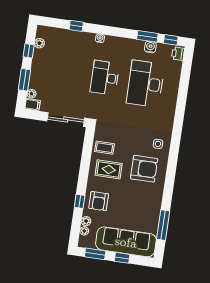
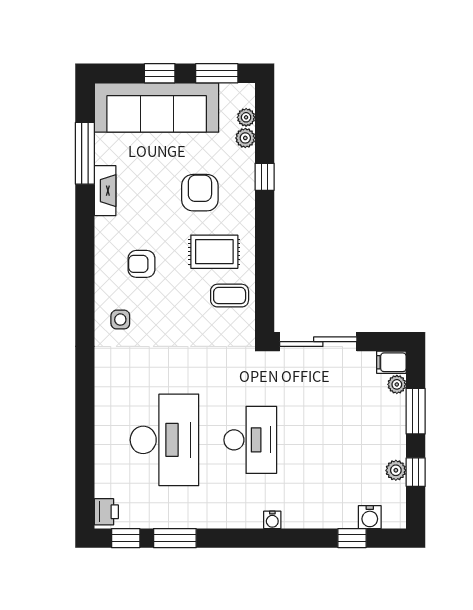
window: (76, 26) -> (352, 538), moved
plant: (39, 43) -> (396, 470), moved
water cooler: (150, 47) -> (370, 517), moved
armchair: (144, 169) -> (141, 264), width x0.53, depth x0.53
armchair: (99, 201) -> (200, 193), moved
fireplace: (156, 206) -> (105, 191), added

